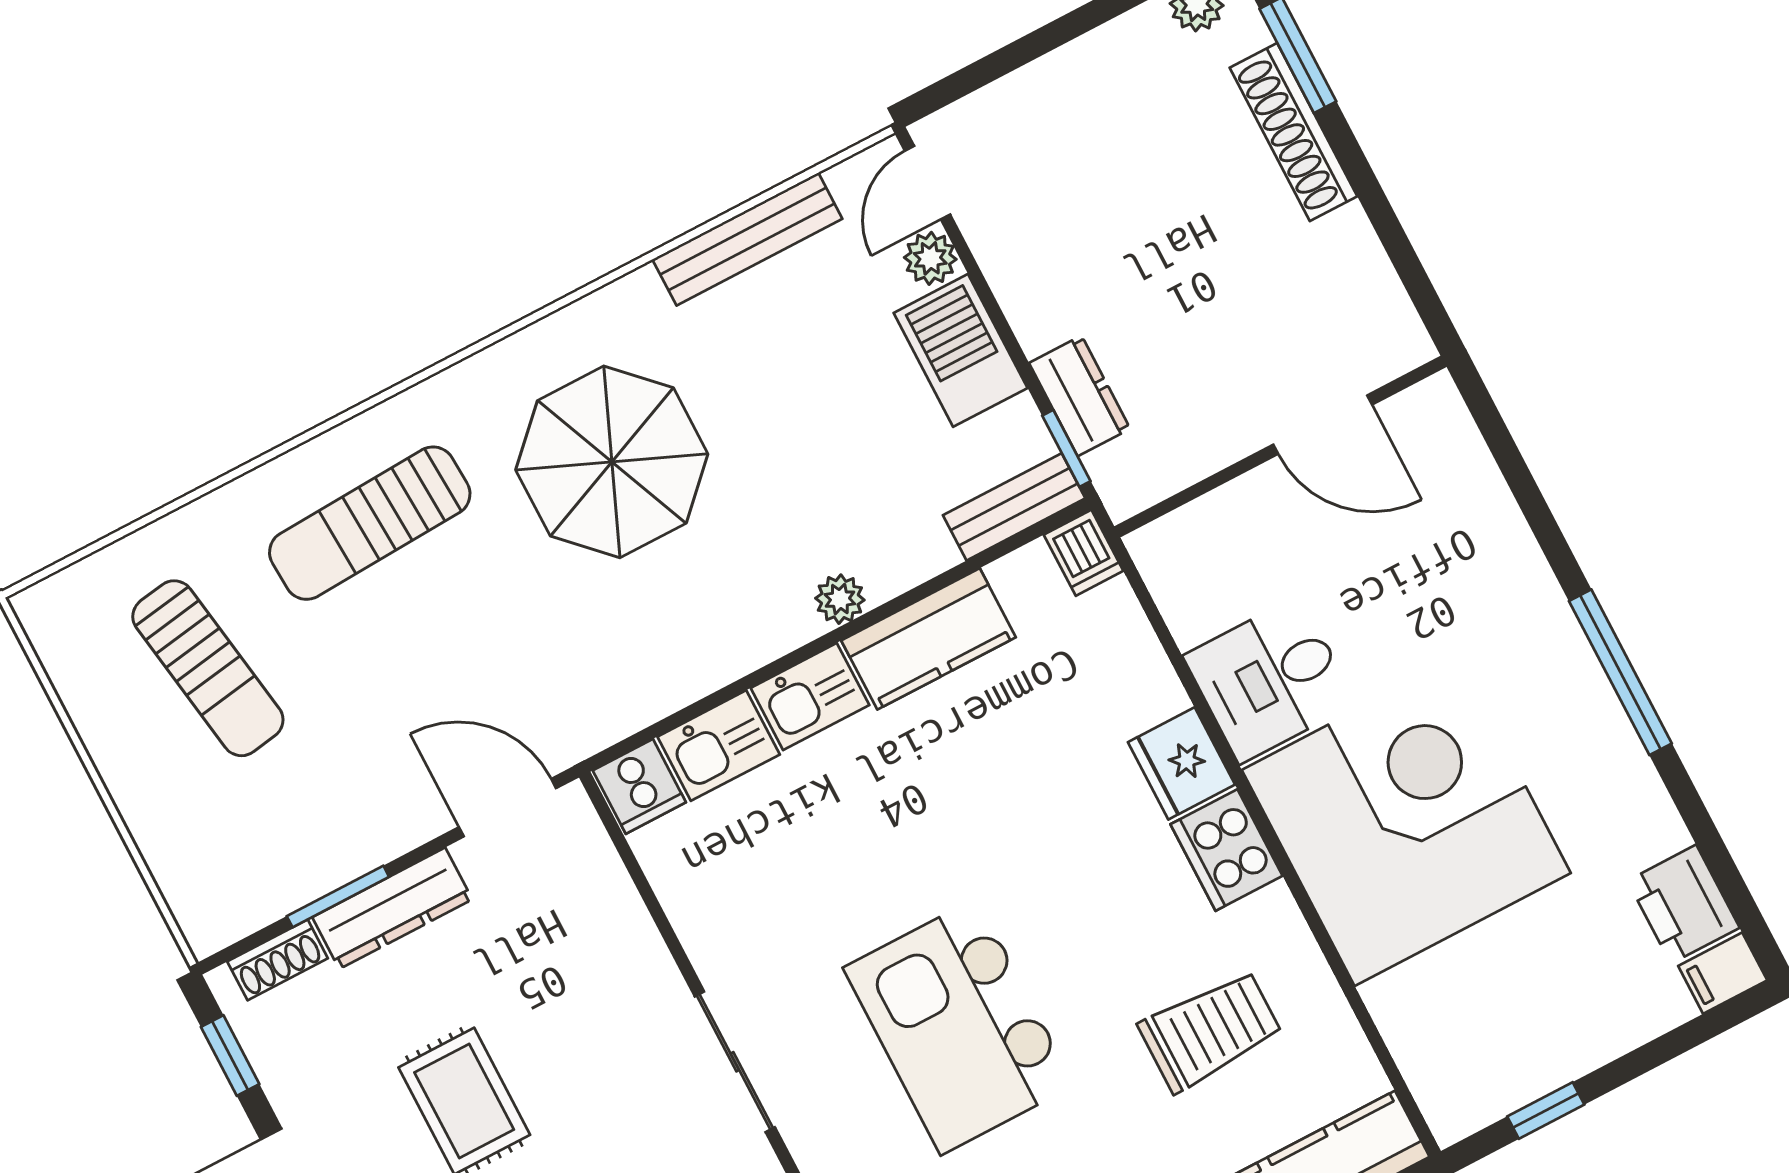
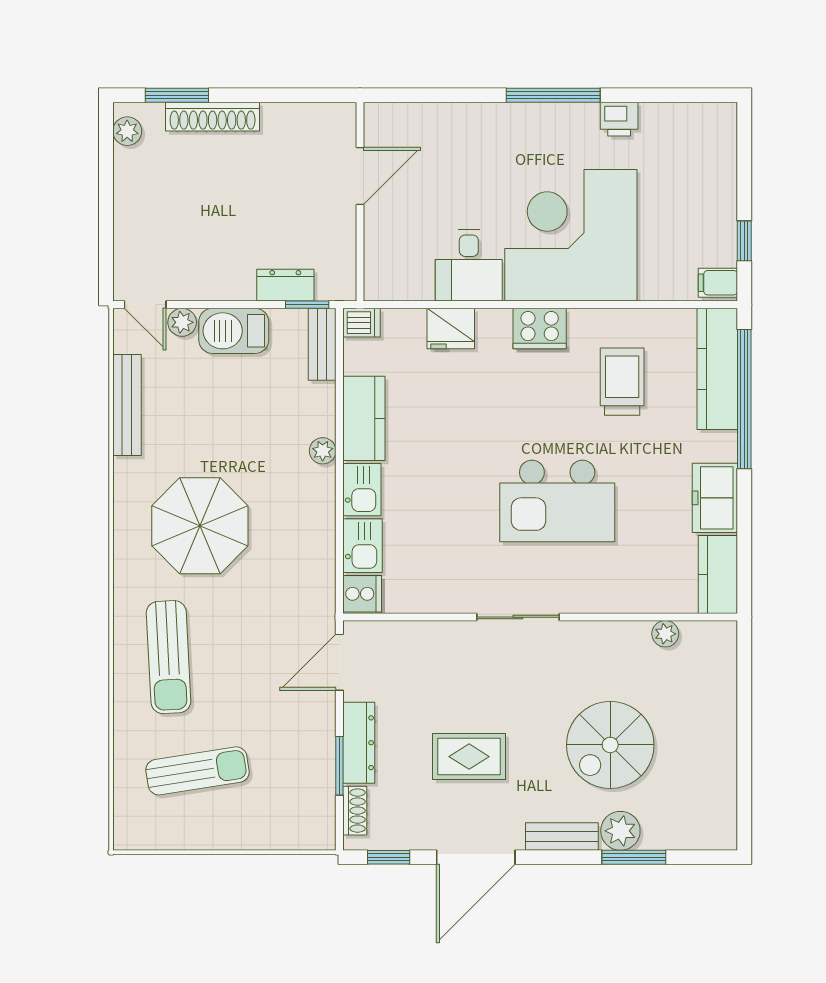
fridge: (1181, 763) -> (451, 328), moved
printer: (1684, 904) -> (619, 119), moved, width x0.73, depth x0.81
filing cabinet: (1723, 973) -> (718, 283), moved, turned 90

